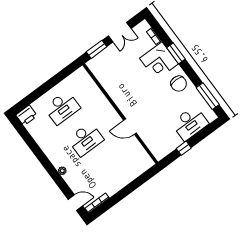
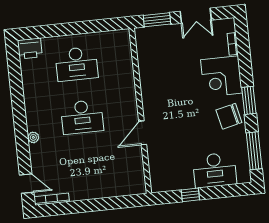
window: (176, 53) -> (249, 100), moved
chair: (179, 84) -> (229, 116), turned 77
door: (130, 127) -> (143, 133), hinge flipped

